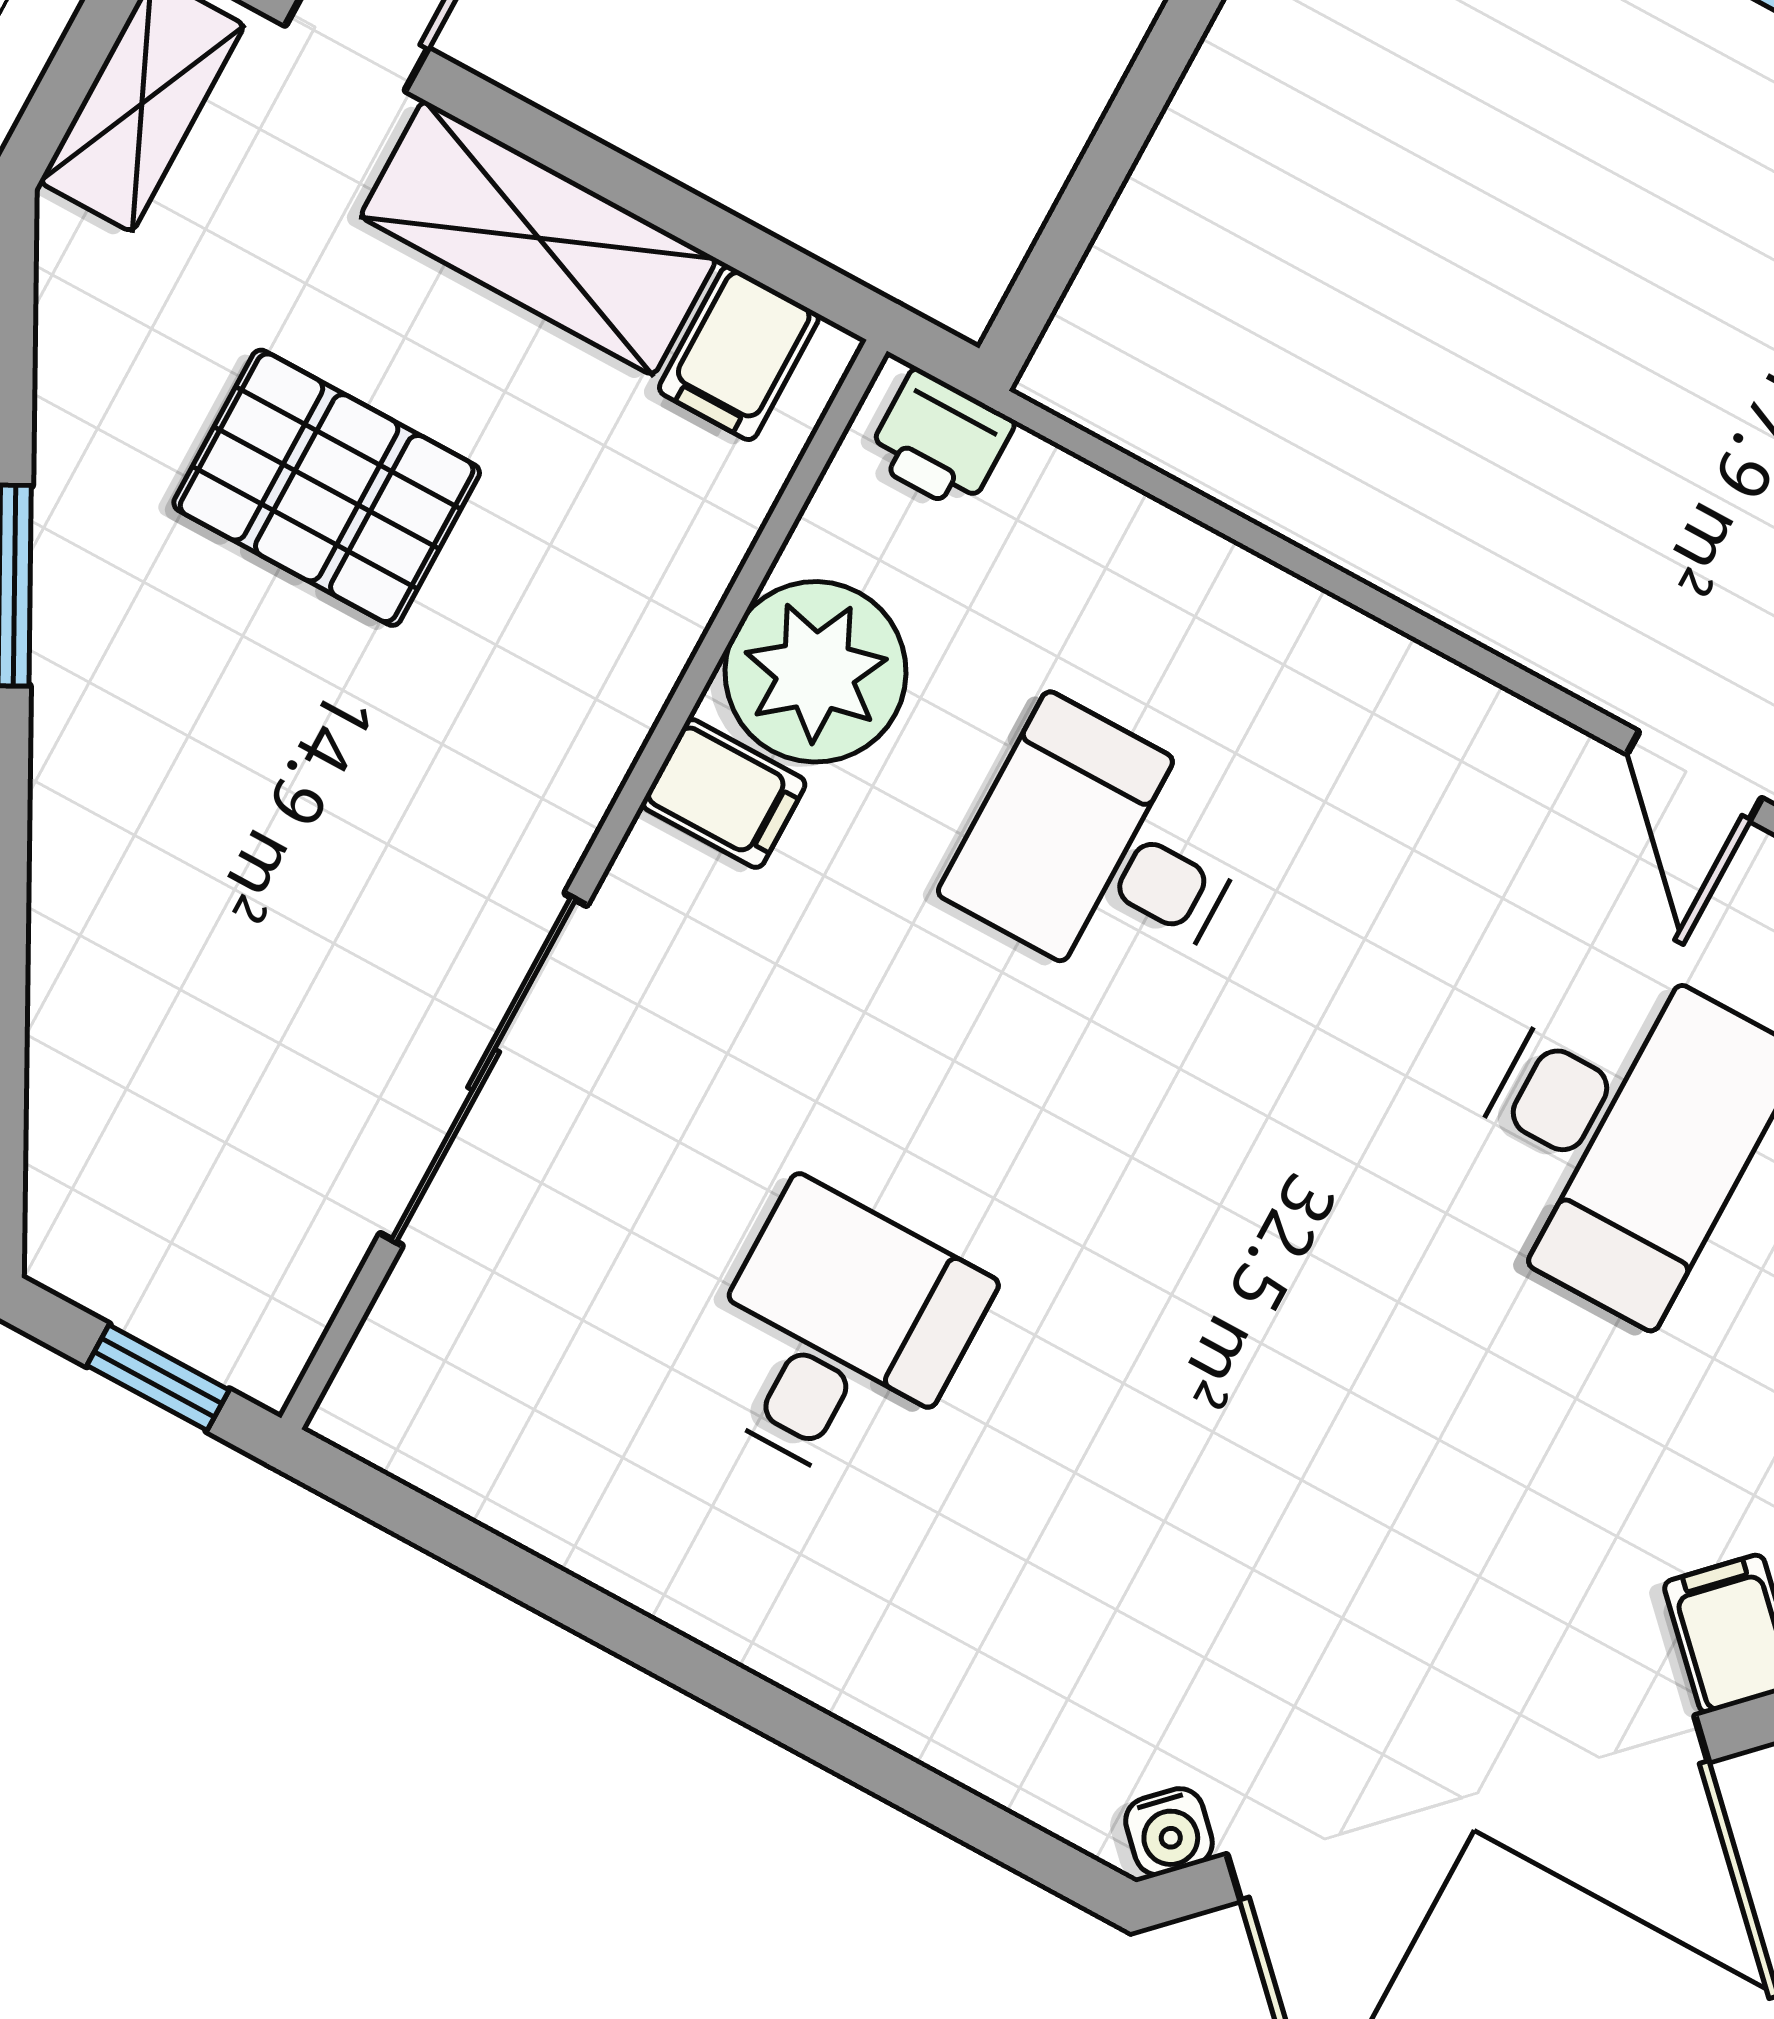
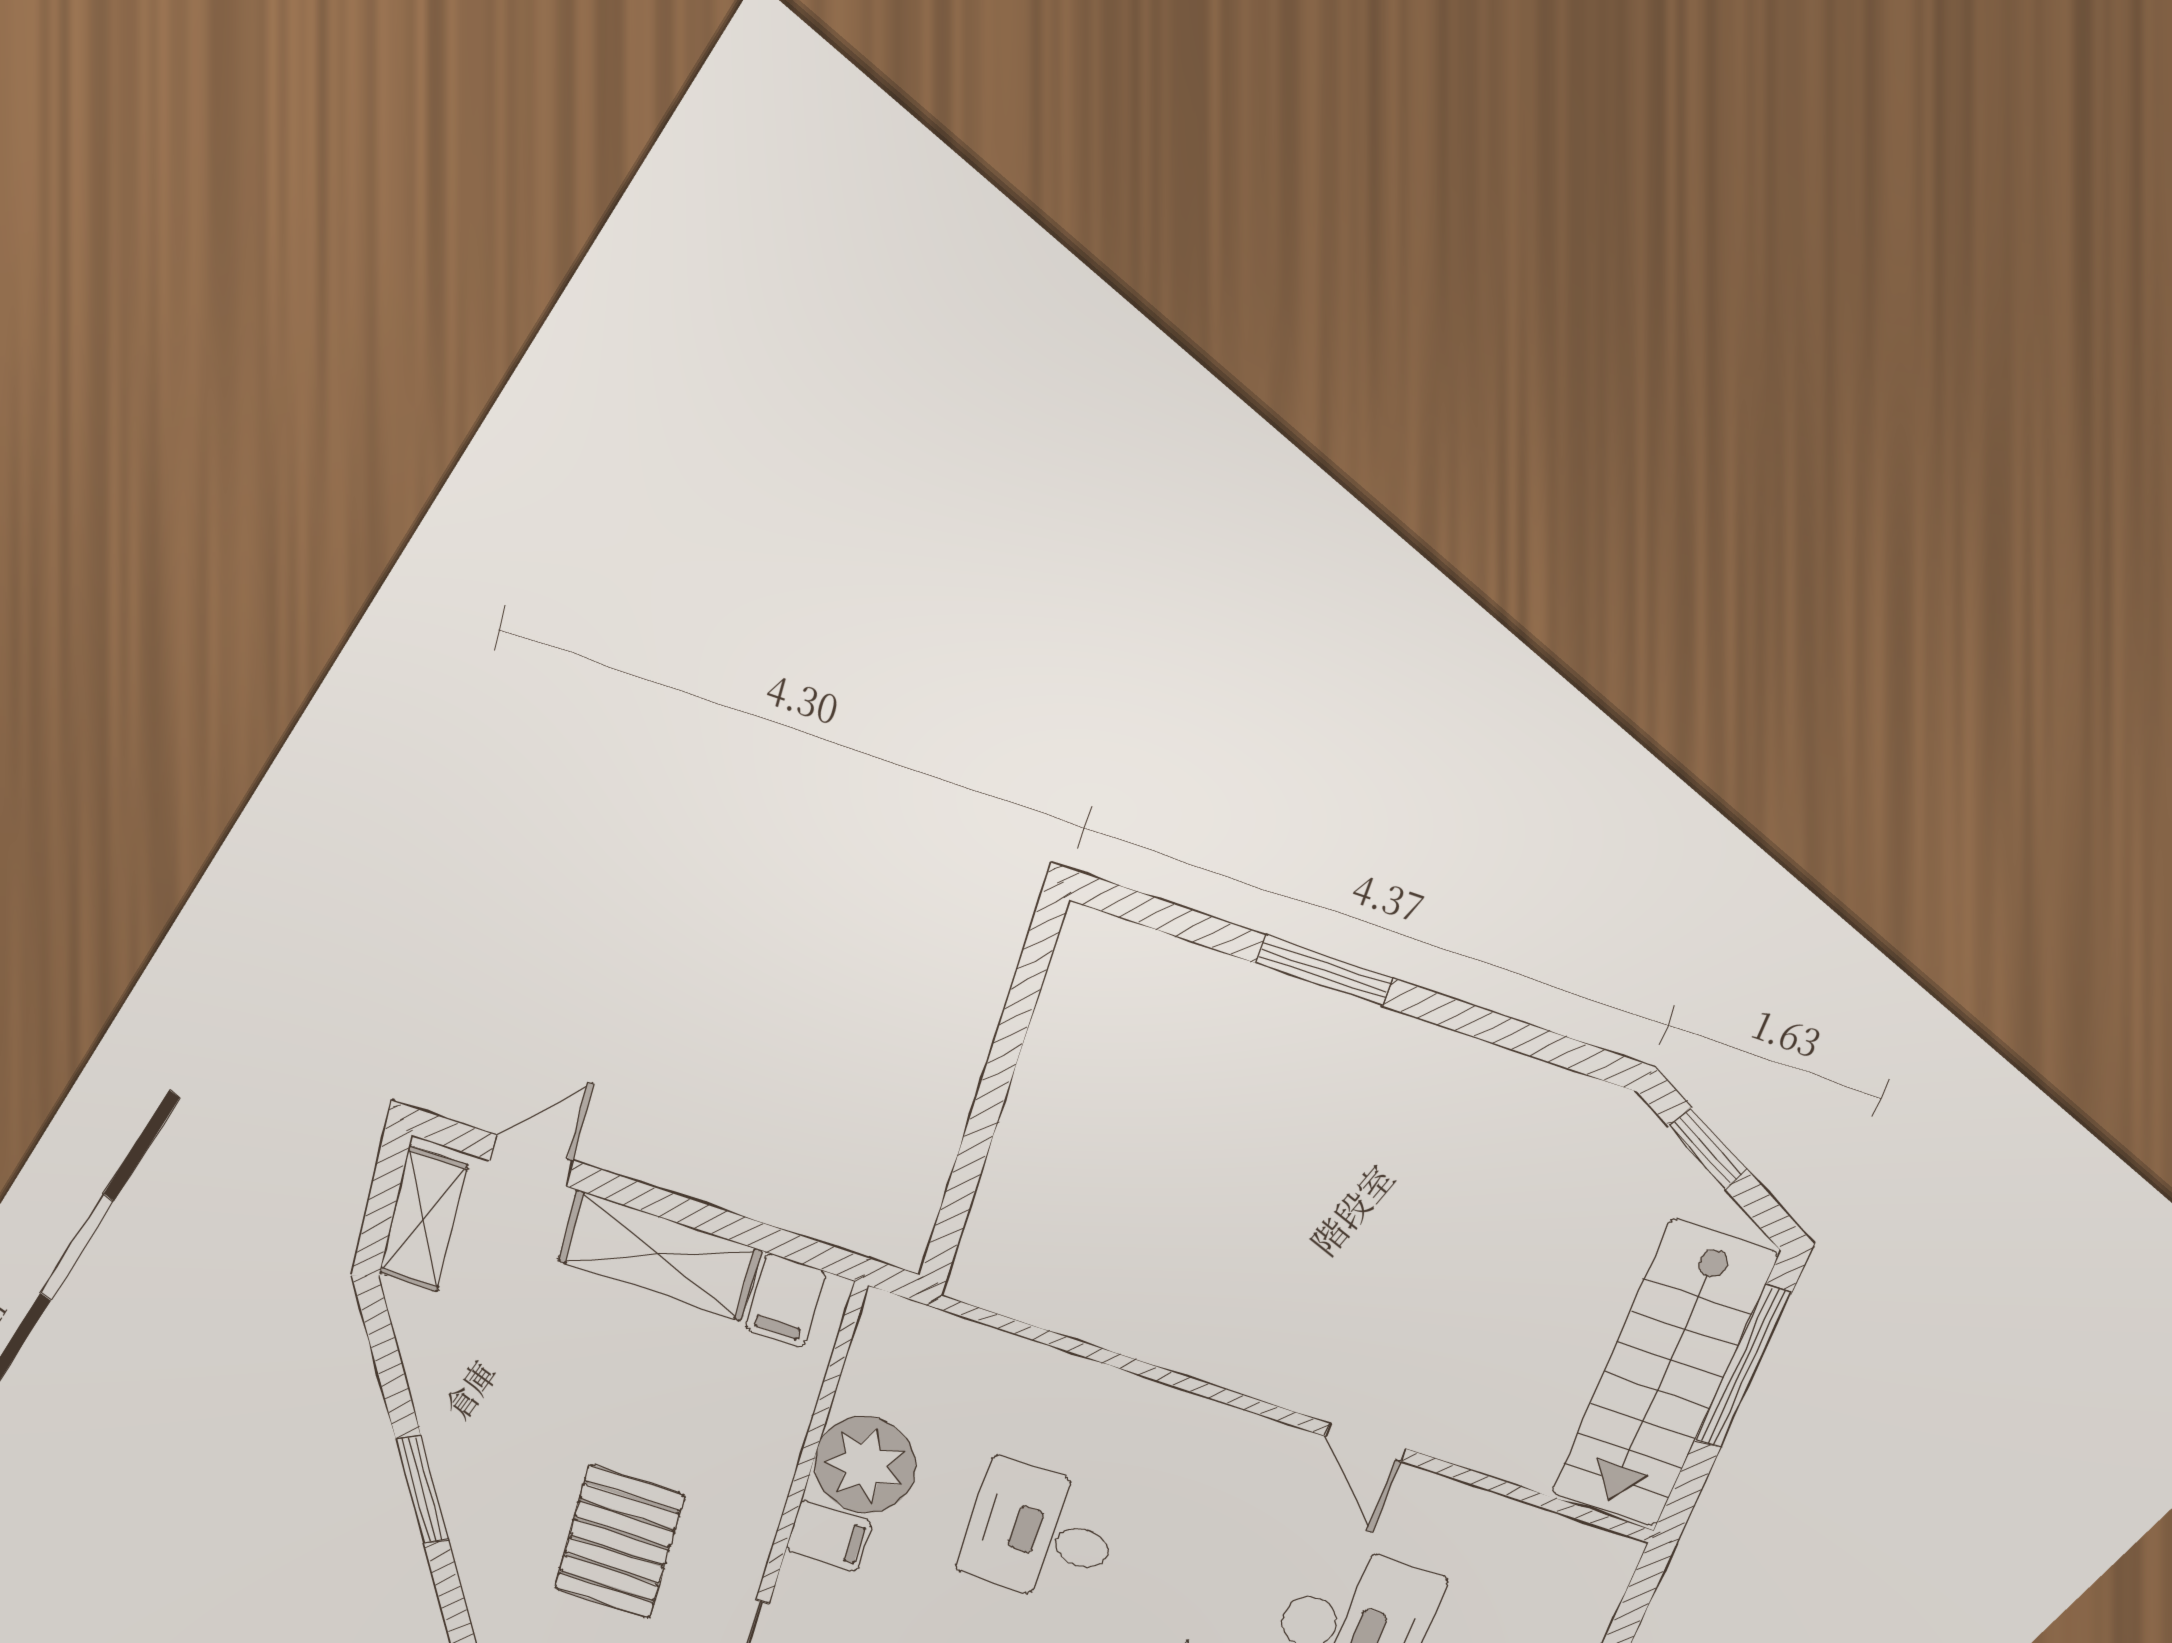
printer: (940, 440) -> (908, 1329), removed
pallet: (327, 488) -> (619, 1542), moved, turned 90

